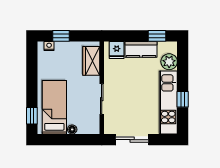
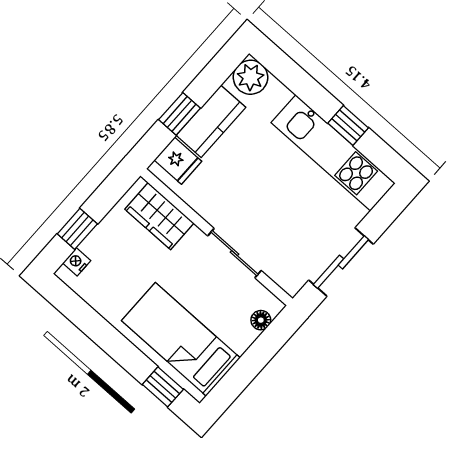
window: (157, 36) -> (179, 114), moved
plant: (169, 62) -> (250, 77), moved
floor lamp: (72, 129) -> (261, 320), moved

